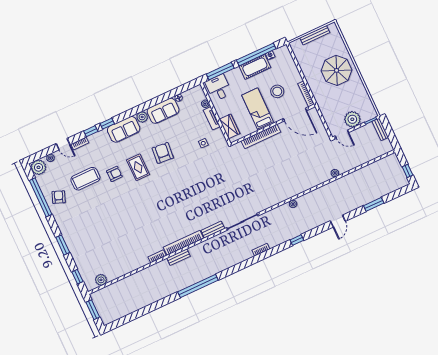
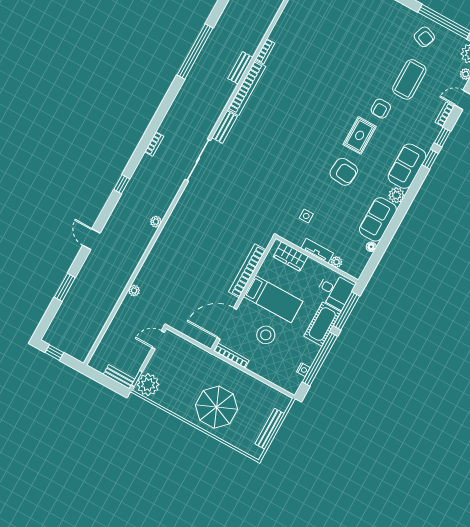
cot: (255, 67) -> (322, 324), moved
plant: (352, 119) -> (148, 385), moved
rug: (138, 167) -> (360, 135), turned 90

